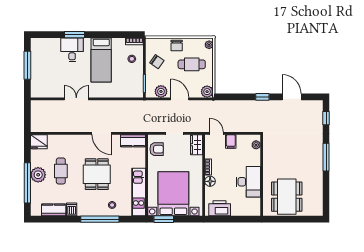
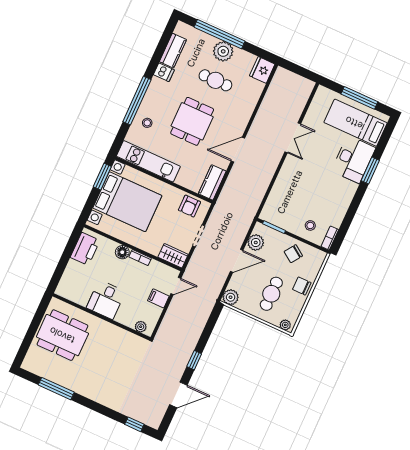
desk: (72, 50) -> (353, 159), width x1.37
bed: (101, 60) -> (355, 123), moved
window: (326, 157) -> (56, 389), moved
dining table: (97, 174) -> (192, 121), turned 90
desk: (248, 182) -> (106, 300), width x0.73

